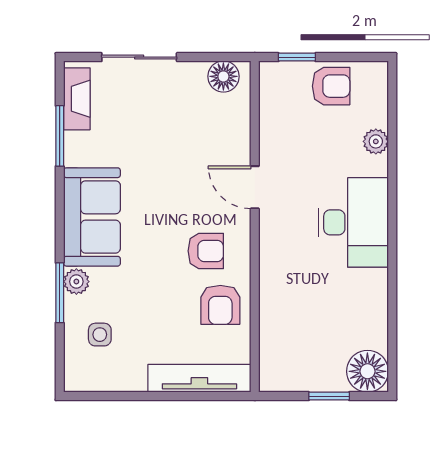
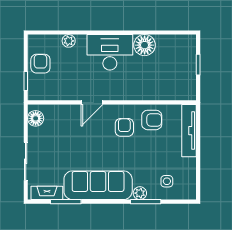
sofa: (92, 217) -> (98, 185), width x1.36
floor lamp: (367, 371) -> (145, 45), moved

